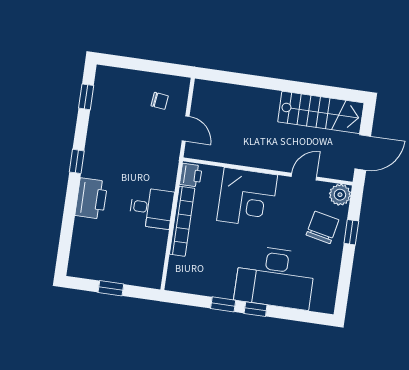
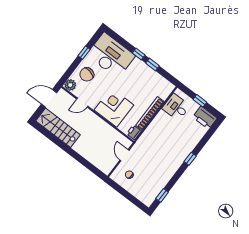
window: (77, 161) -> (190, 159), moved
printer: (91, 198) -> (205, 118), moved, turned -90
desk: (151, 208) -> (176, 107), moved
window: (351, 232) -> (84, 53), moved
desk: (275, 277) -> (111, 55), moved

